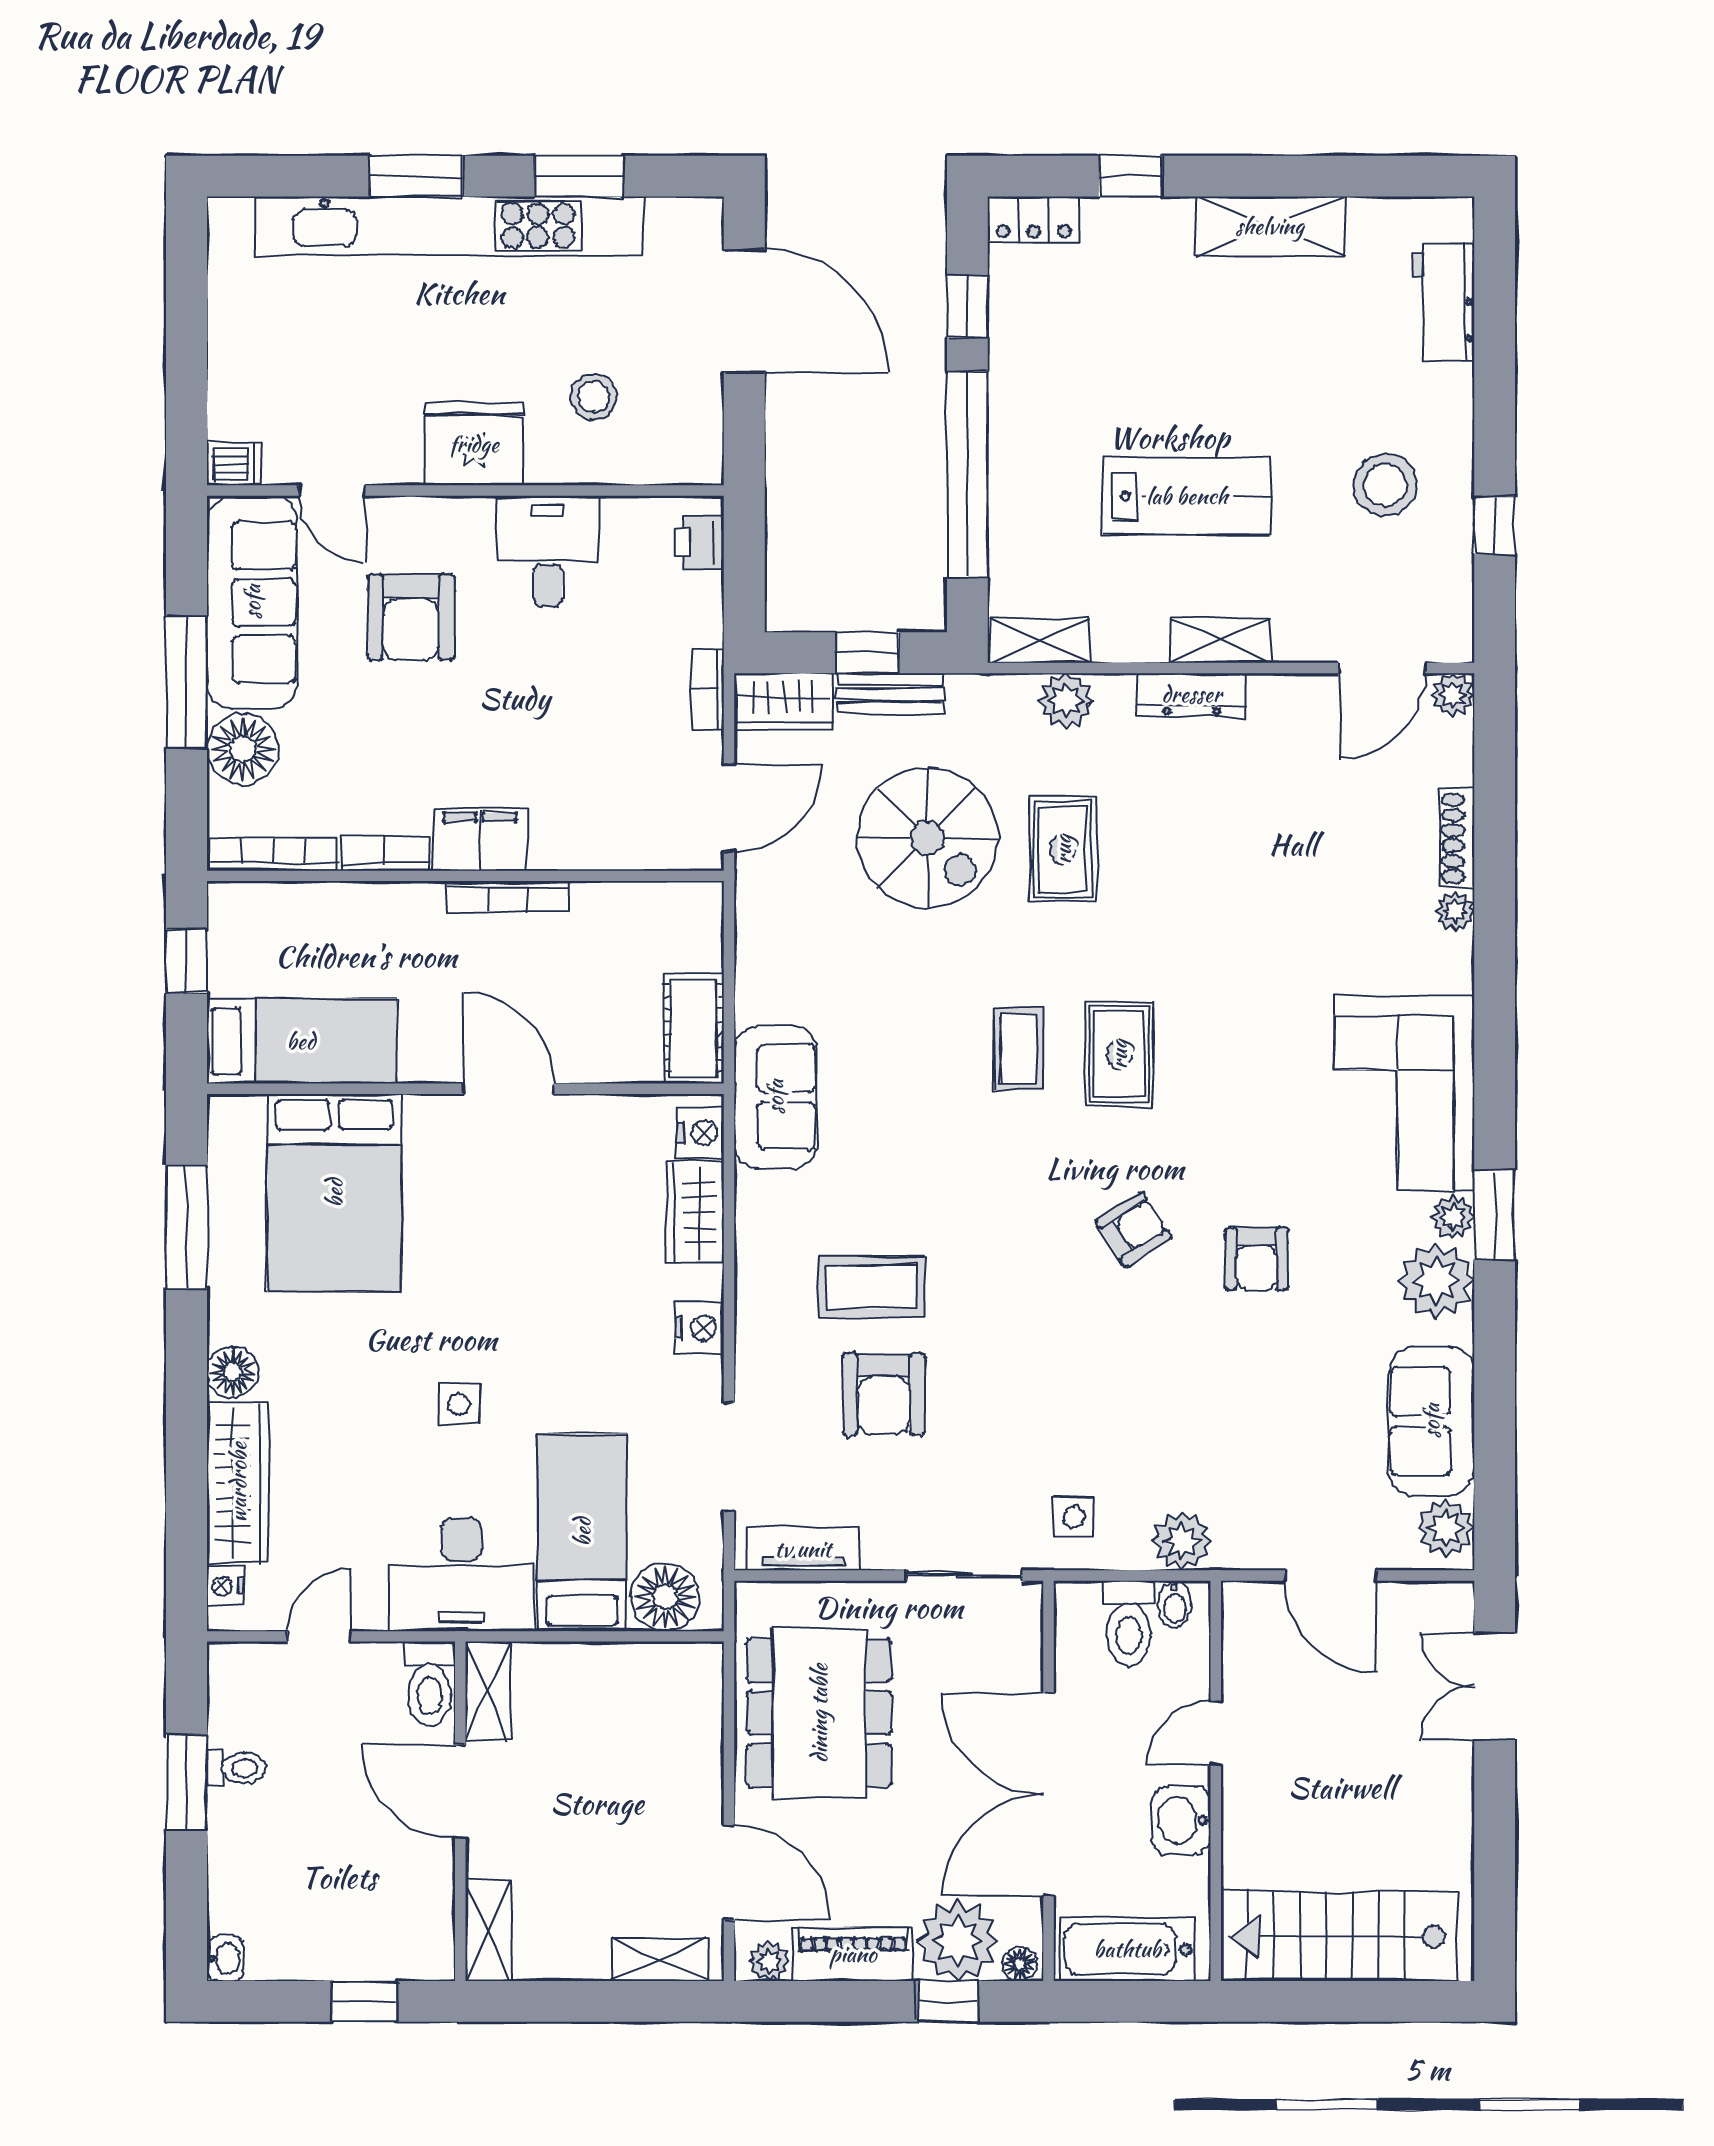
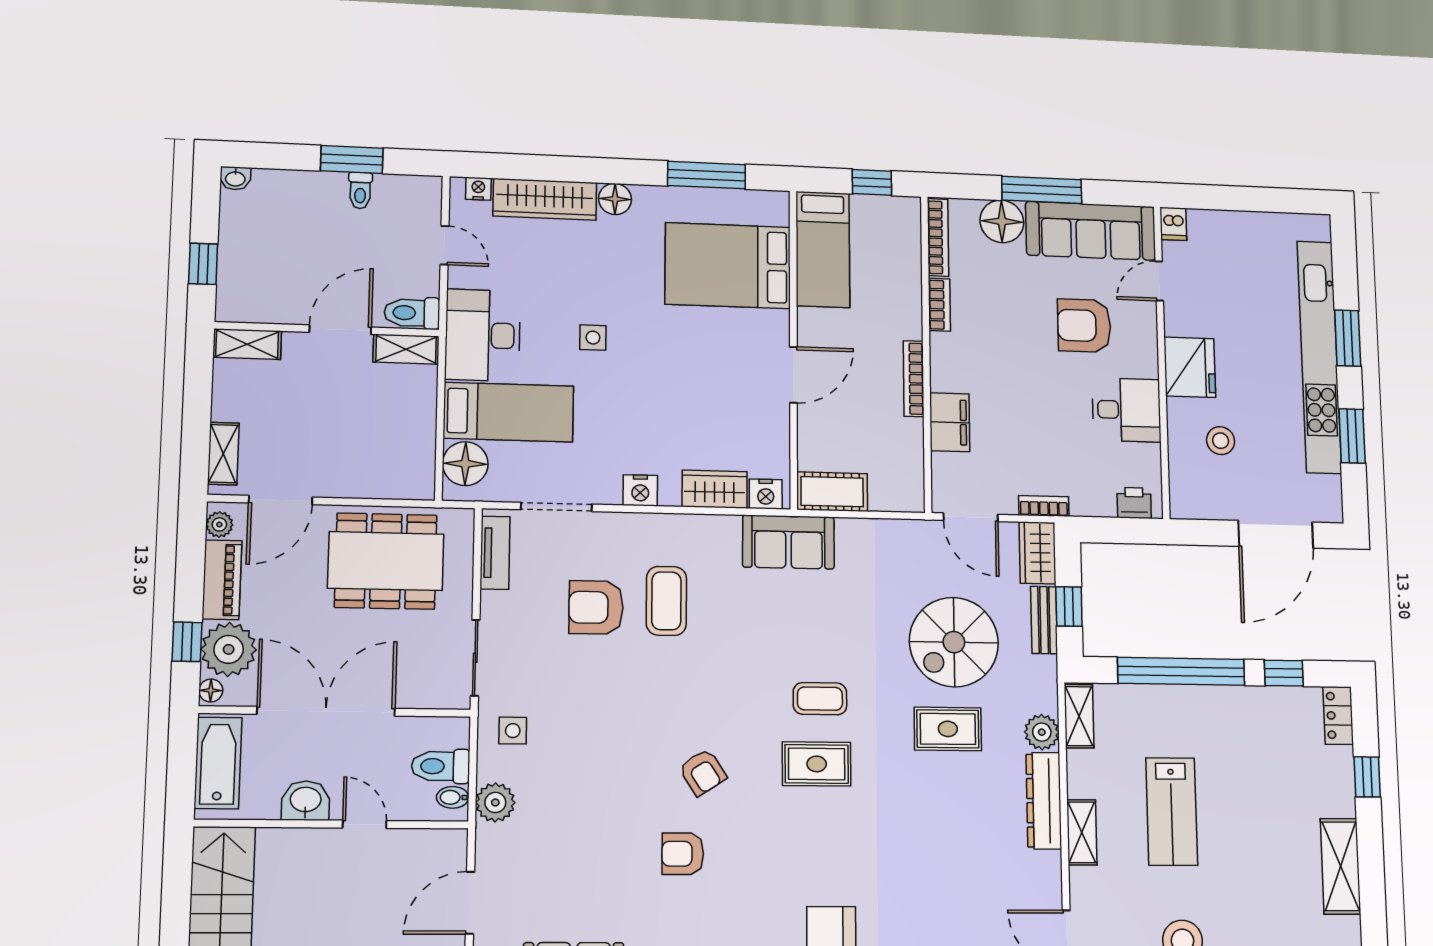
dresser: (1192, 694) -> (1044, 801), width x1.37, depth x1.24
filing cabinet: (480, 839) -> (950, 422), moved

